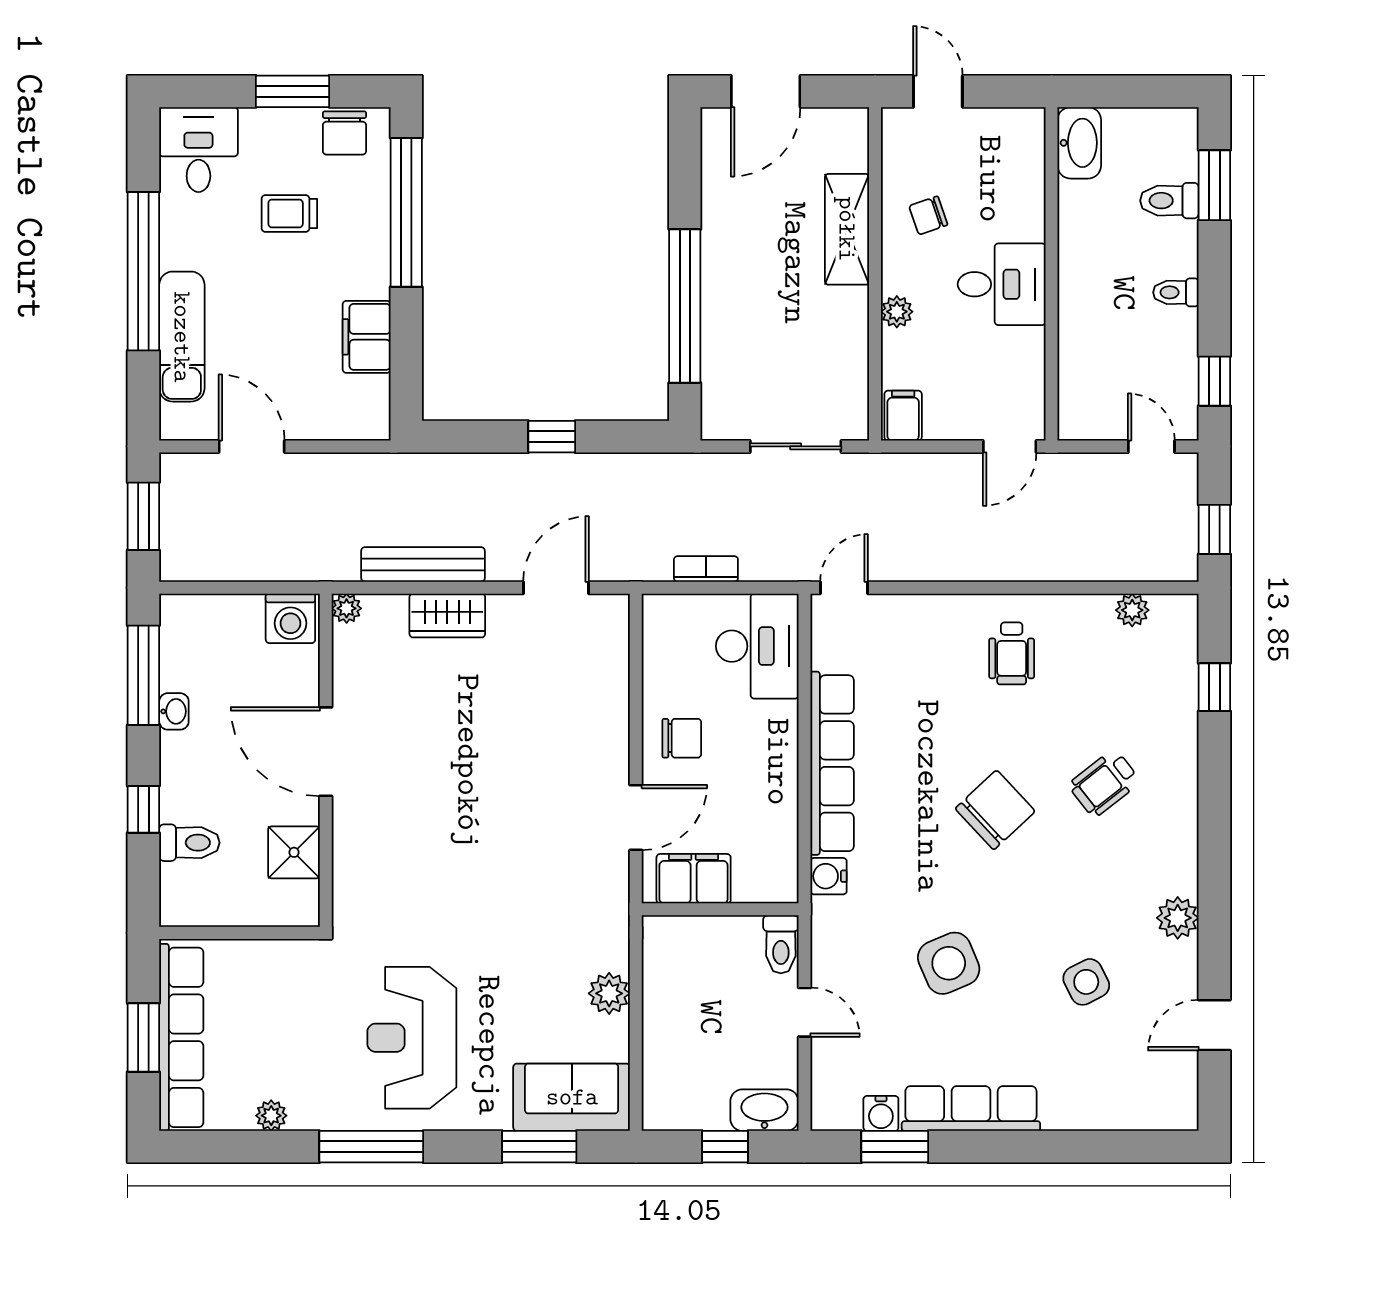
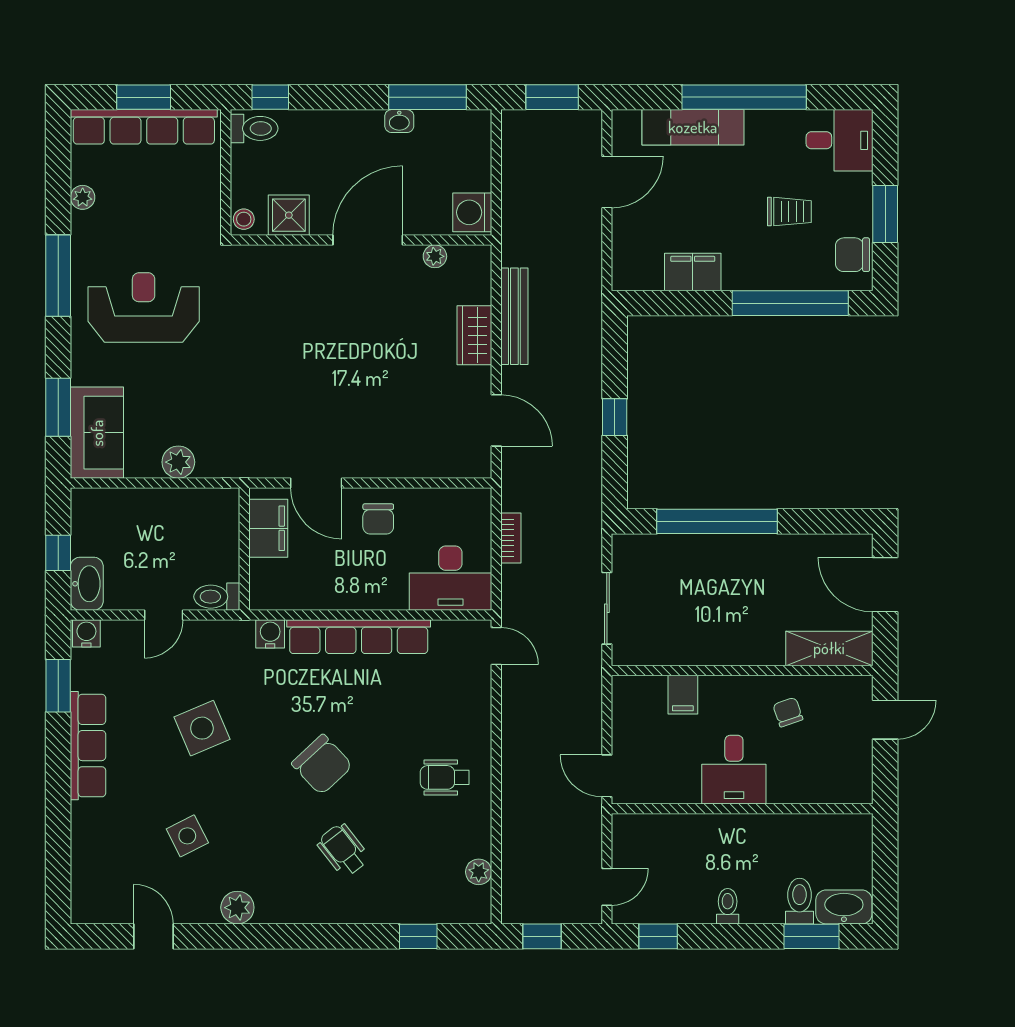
washbasin: (1079, 143) -> (844, 907), moved, turned 180
trolley: (289, 213) -> (789, 212), turned 90
shelving: (847, 229) -> (829, 648), moved
plant: (897, 312) -> (712, 687), removed
filing cabinet: (903, 416) -> (683, 695), moved, turned 90
plant: (347, 608) -> (435, 256), moved
window: (143, 809) -> (270, 97), moved
toilet: (189, 843) -> (254, 128), moved, turned -90
stool: (299, 910) -> (244, 219), added
water cooler: (881, 1113) -> (86, 633), moved, turned 90

